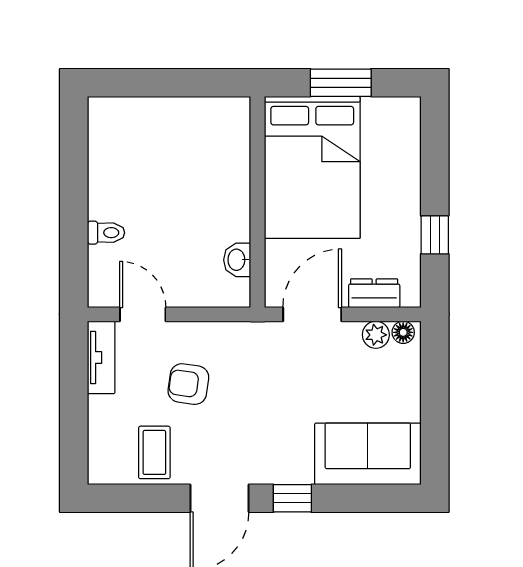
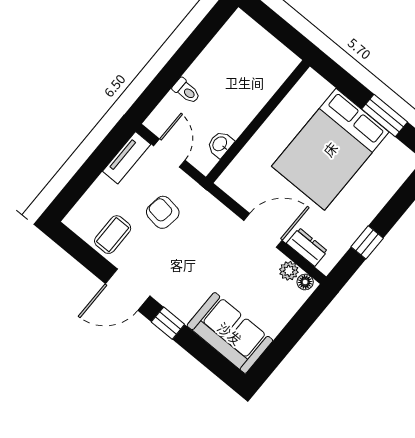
wall: (258, 202) -> (258, 122), moved
washbasin: (237, 260) -> (220, 144), moved

